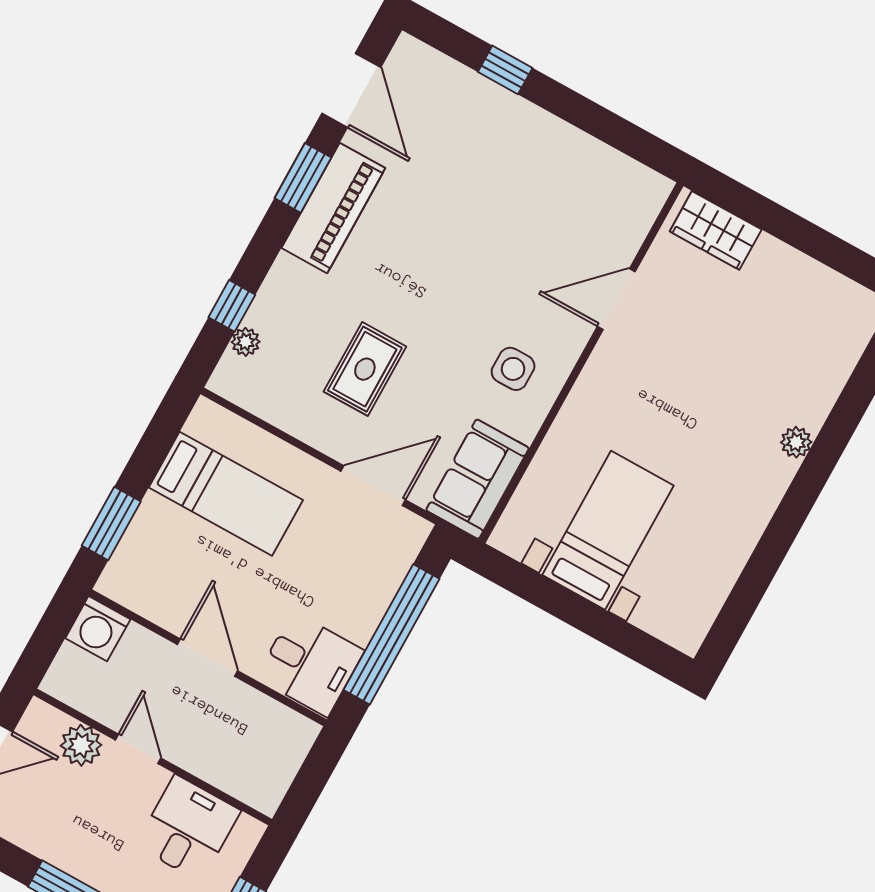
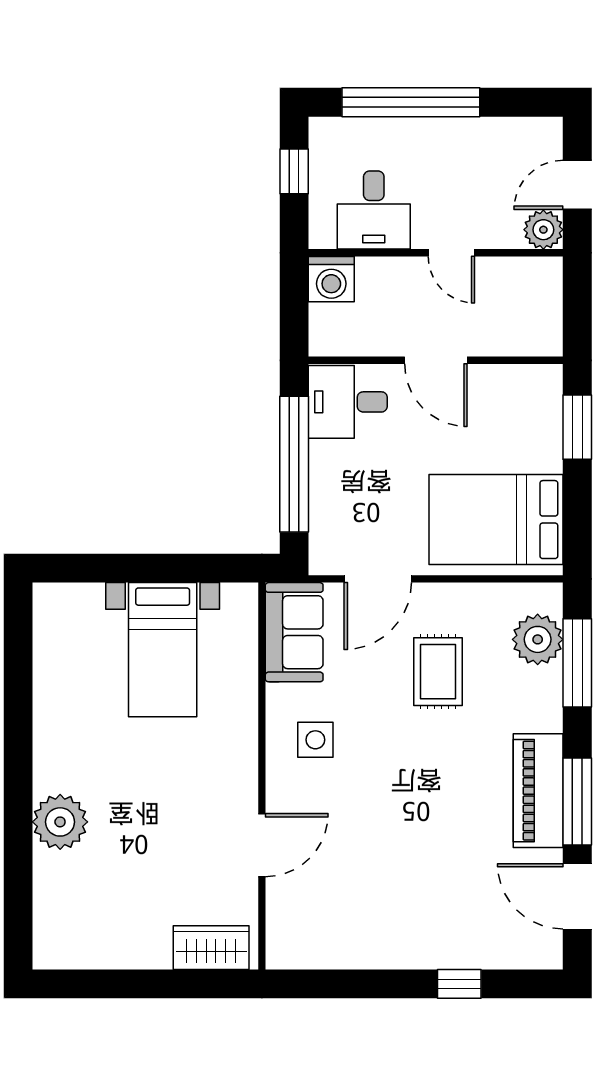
window: (303, 178) -> (577, 802), width x1.44
window: (232, 306) -> (577, 663), width x2.17
plant: (246, 342) -> (538, 639), width x1.87, depth x1.87
plant: (796, 442) -> (60, 822), width x1.87, depth x1.87
bed: (226, 494) -> (496, 520), width x1.50
washing machine: (98, 629) -> (331, 279), moved, turned 180
plant: (81, 745) -> (543, 230), moved

